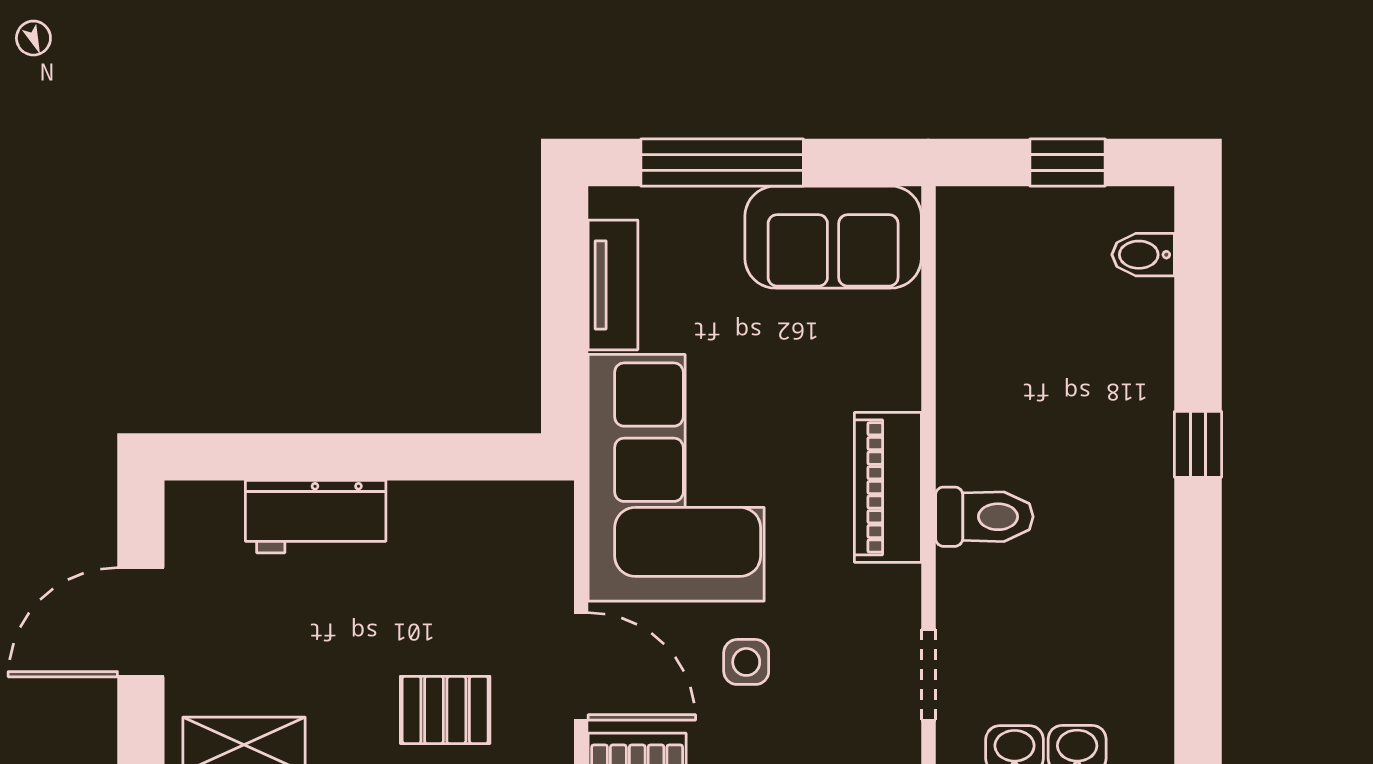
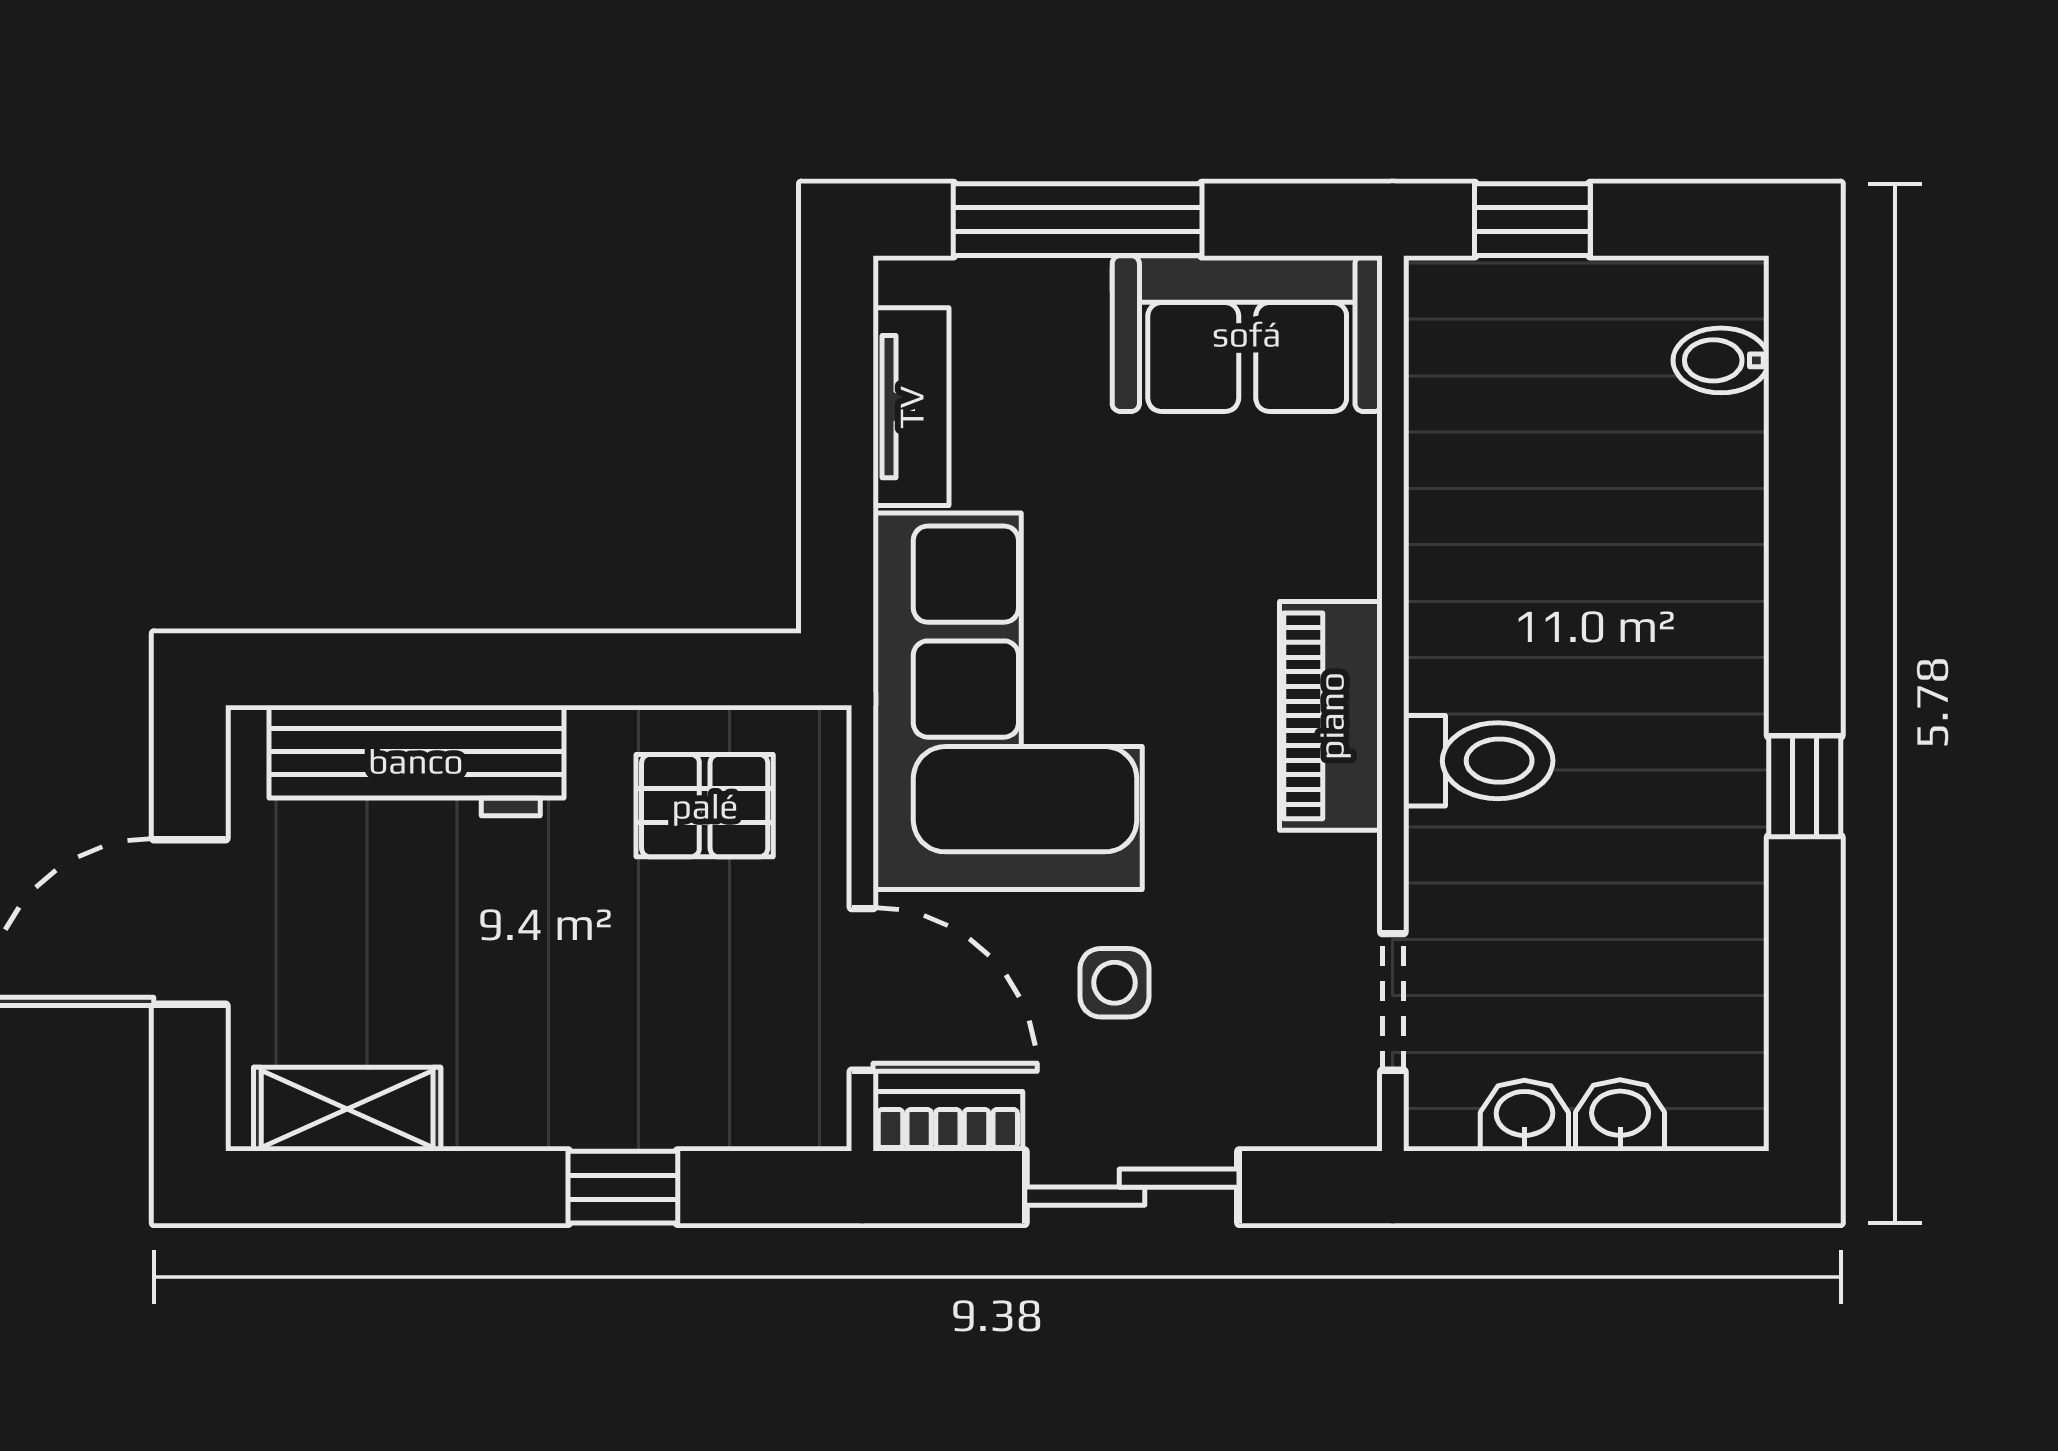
window: (1068, 163) -> (1532, 220), moved
window: (1198, 444) -> (1805, 786), moved
workbench: (316, 517) -> (416, 761), width x1.38
pallet: (445, 710) -> (705, 806), moved

